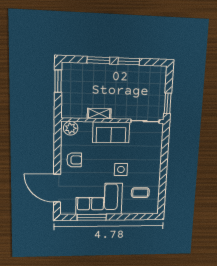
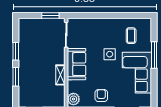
window: (92, 217) -> (154, 55), moved

